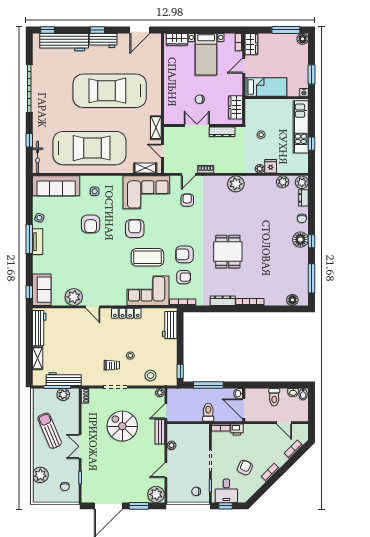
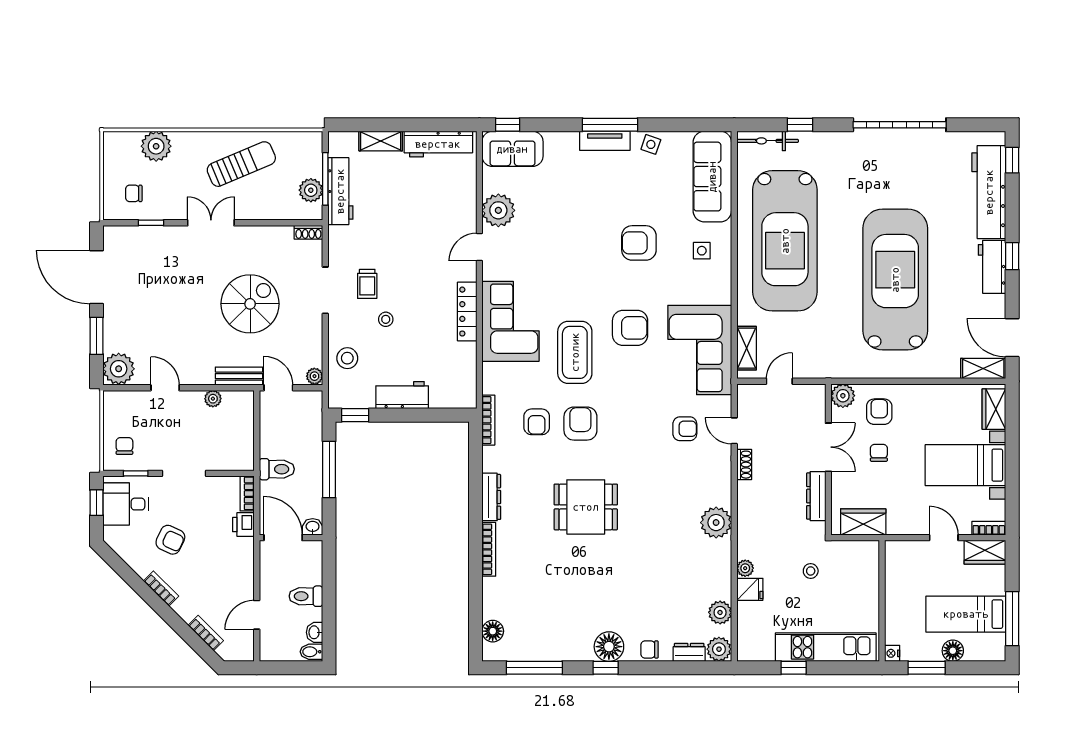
floor lamp: (303, 39) -> (953, 651), moved
bed: (266, 87) -> (966, 614), moved, turned 90
armchair: (178, 99) -> (879, 412), added
plant: (170, 118) -> (843, 396), added
shelving: (156, 128) -> (983, 369), moved
corner sofa: (148, 291) -> (510, 321), moved
workbench: (170, 325) -> (402, 395), moved
door: (244, 409) -> (283, 538), hinge flipped

